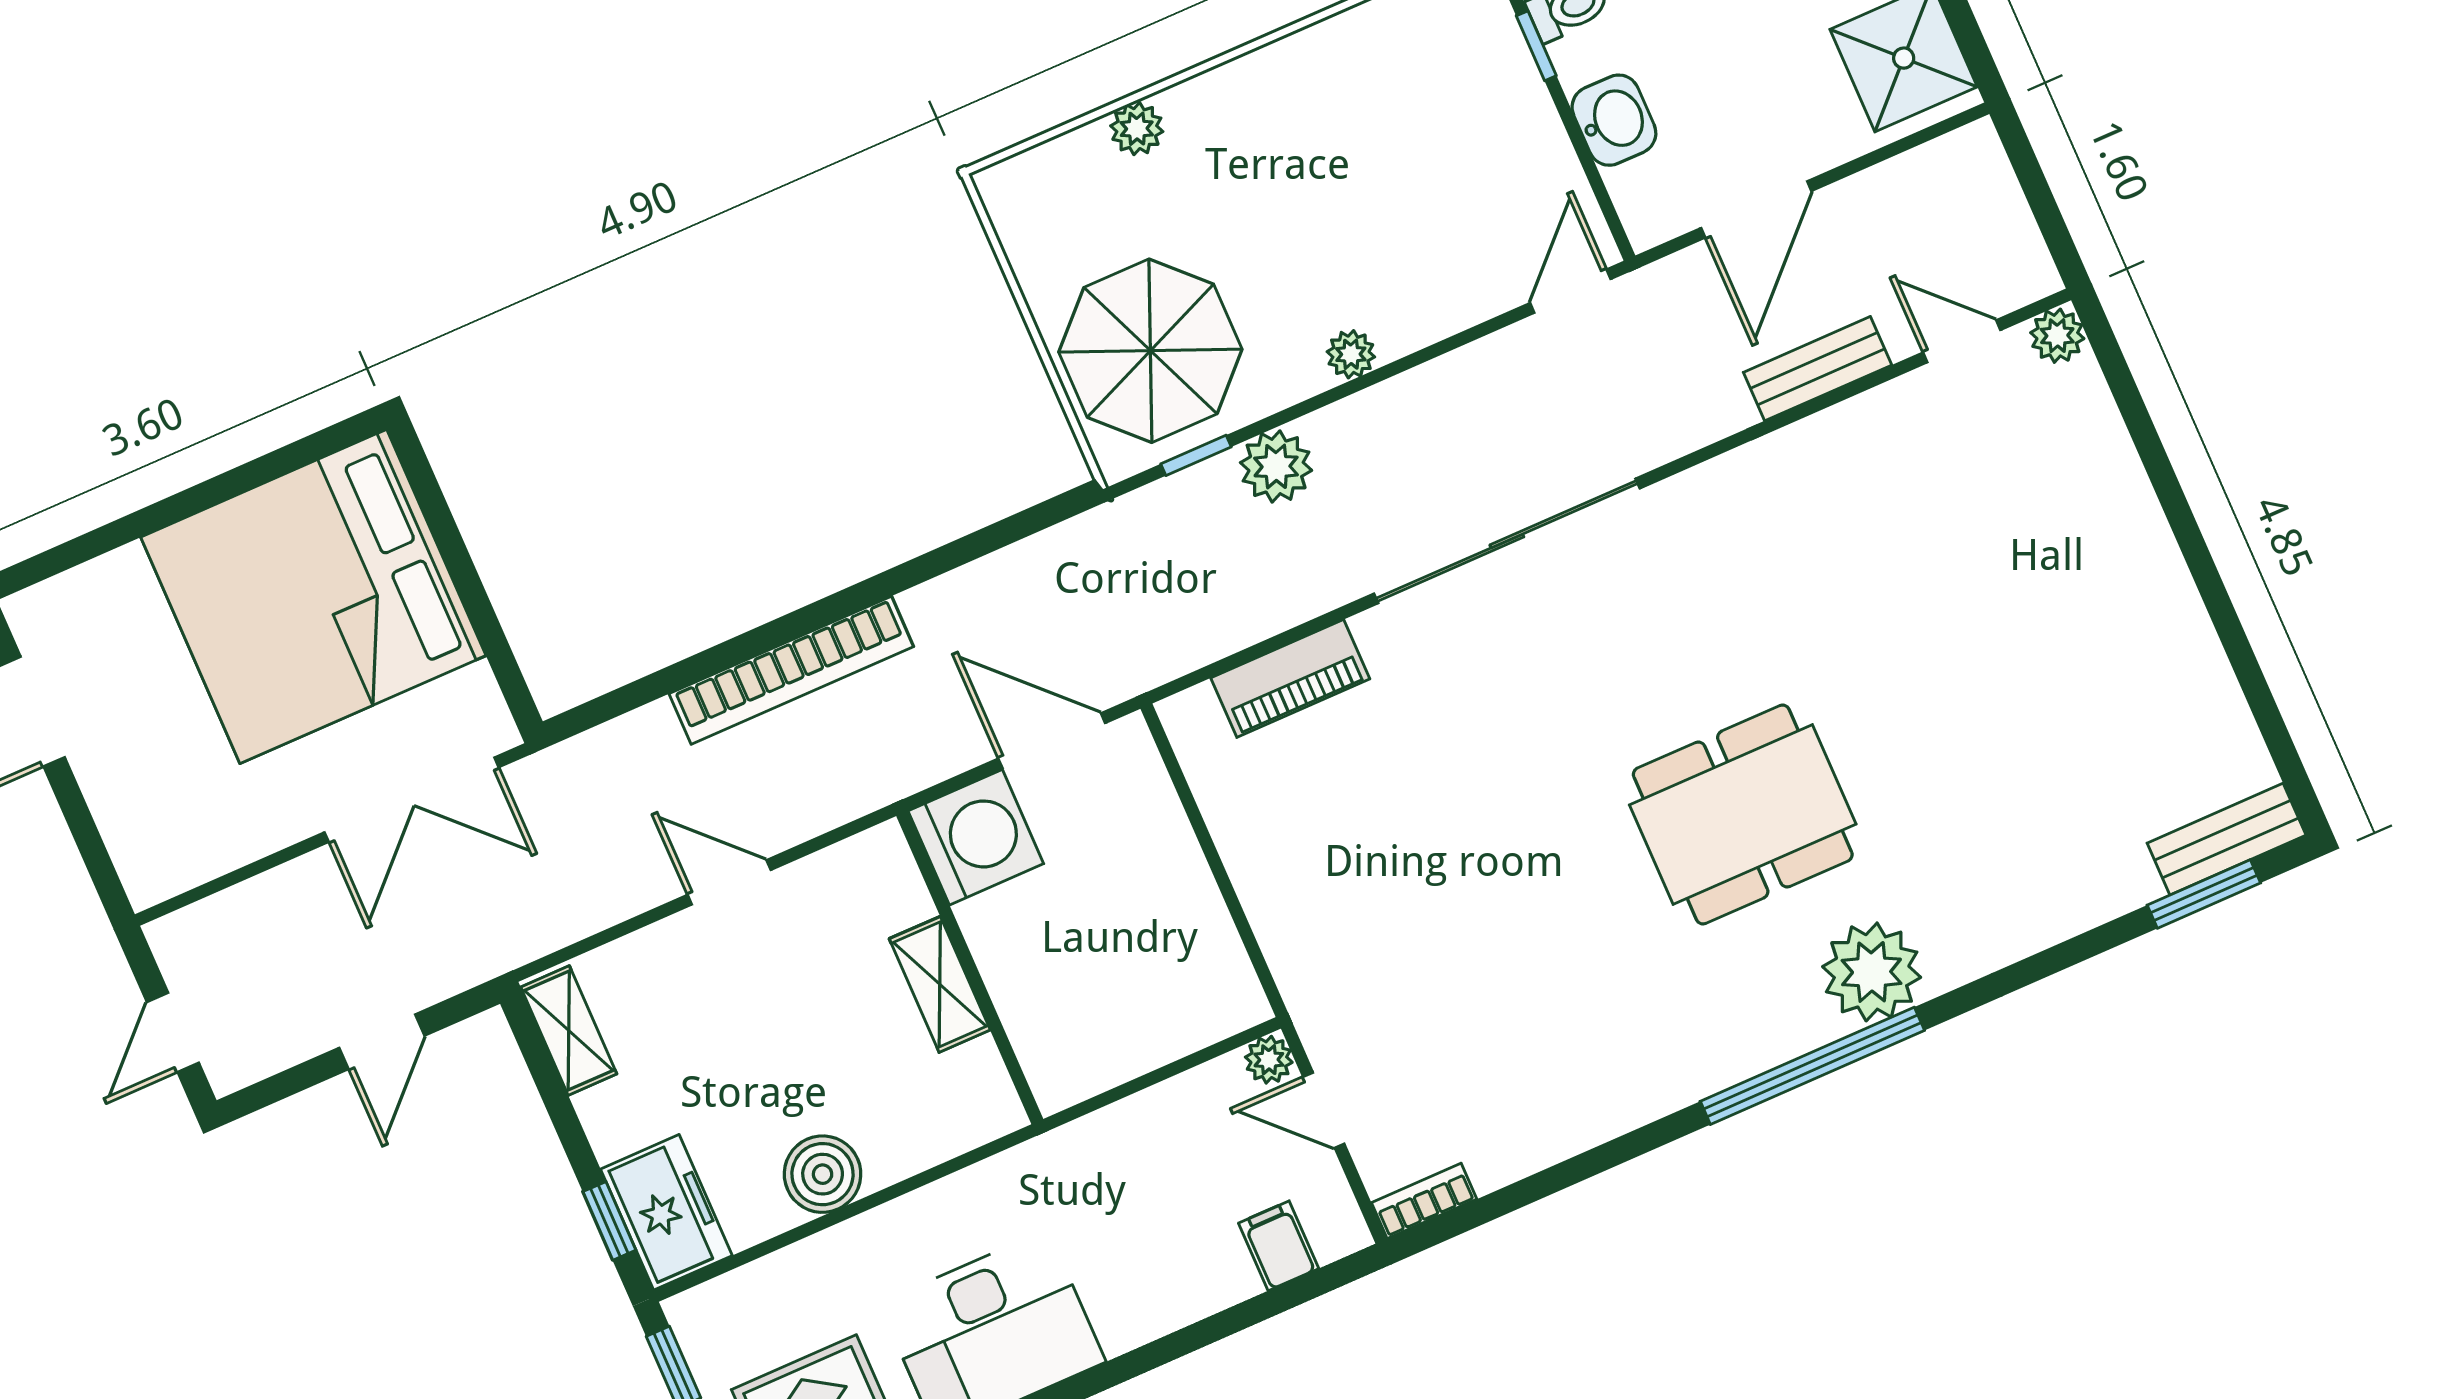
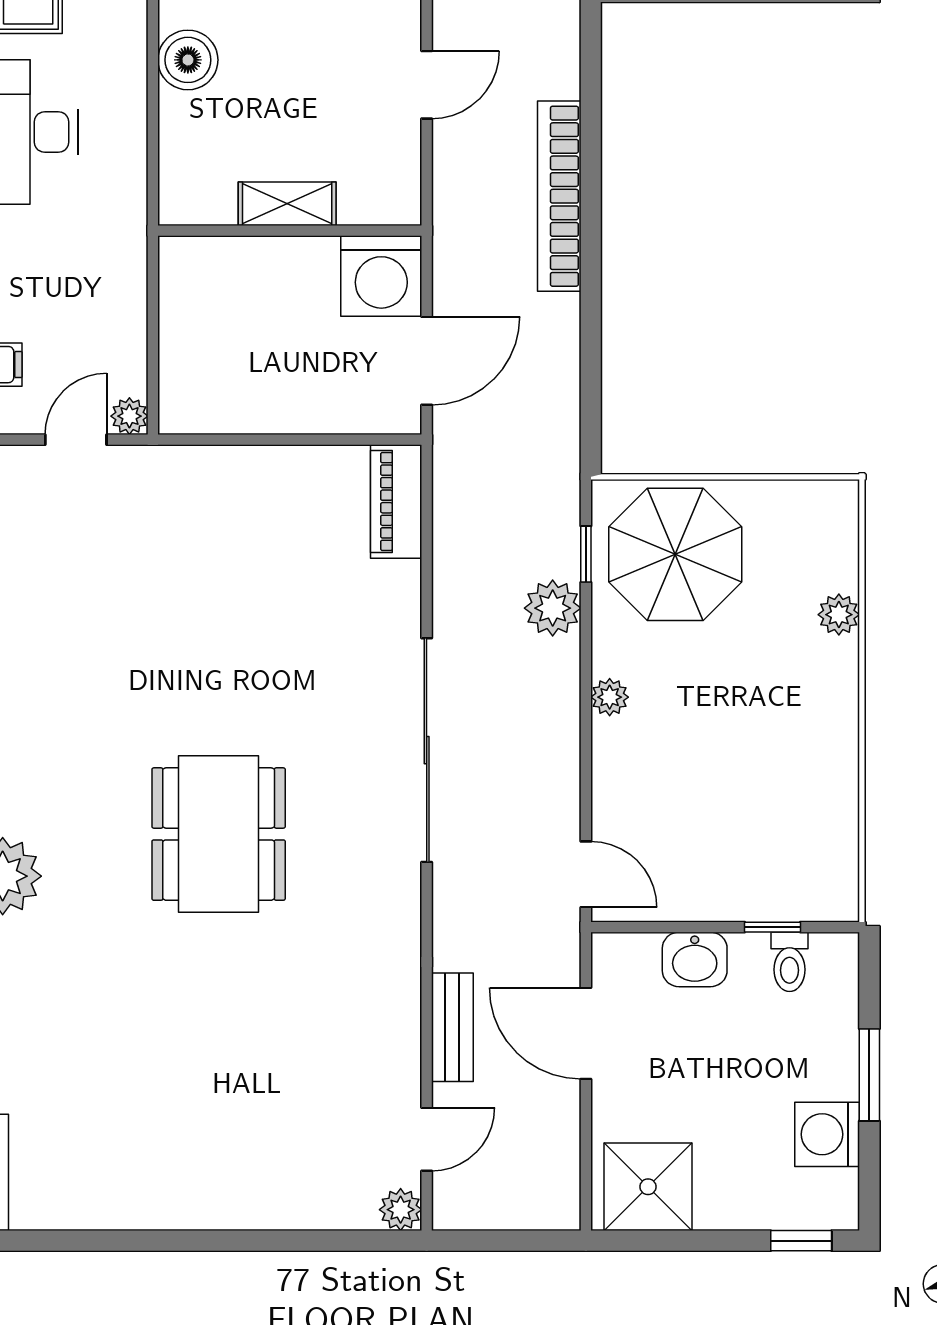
piano: (1290, 678) -> (396, 501), moved
dining table: (1743, 815) -> (219, 834), moved

